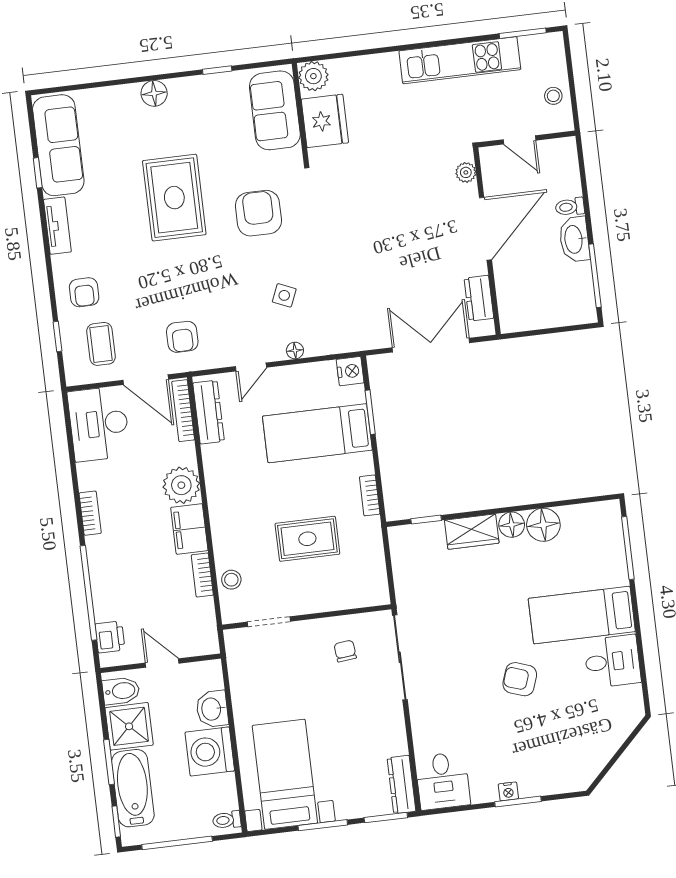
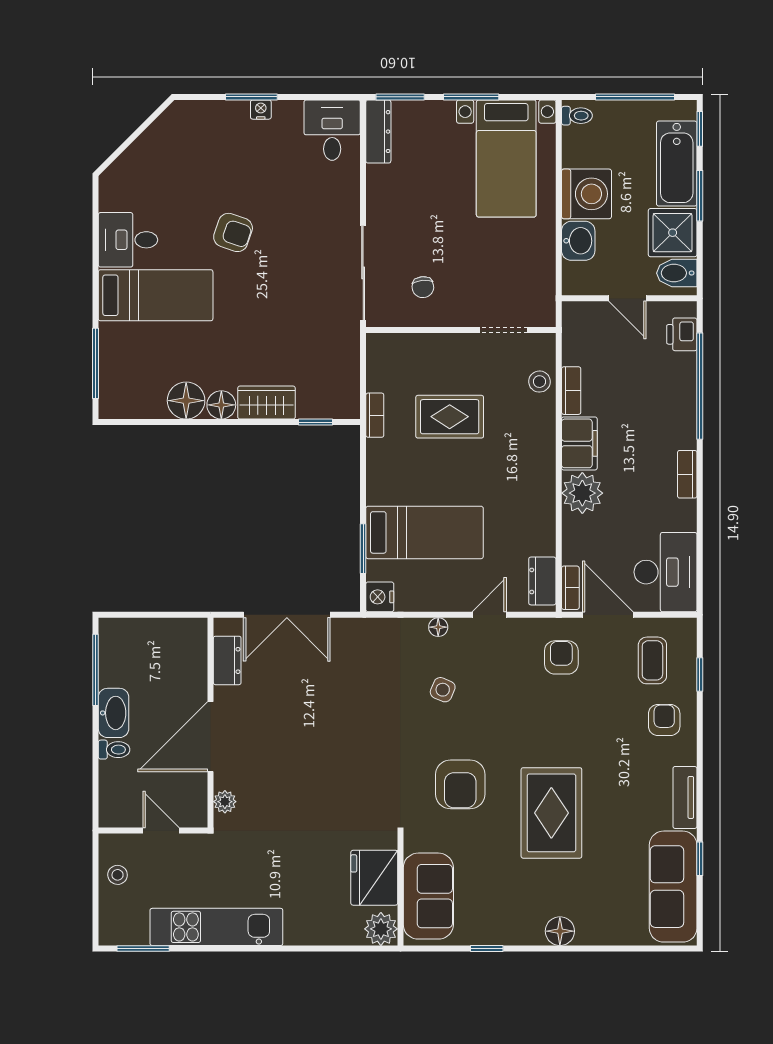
bookcase: (183, 411) -> (570, 588), width x0.64
dresser: (209, 412) -> (542, 581), width x0.70
bookcase: (370, 495) -> (375, 415), moved

